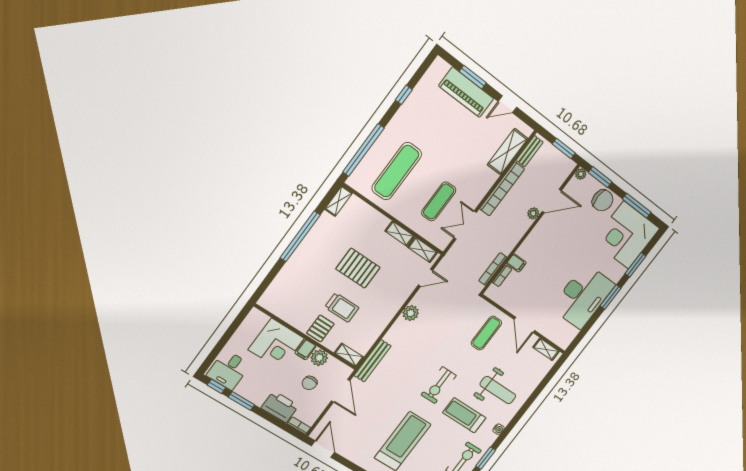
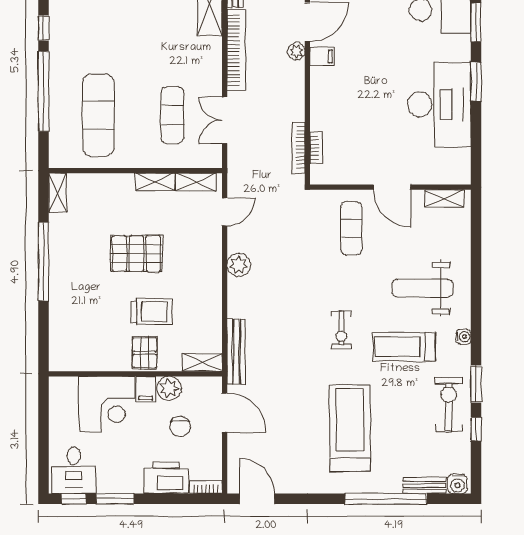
window: (363, 150) -> (44, 91), moved
filing cabinet: (516, 263) -> (322, 57), moved
exercise bike: (439, 385) -> (341, 330), width x0.73, depth x0.72
weight bench: (498, 390) -> (423, 288), turned 180

